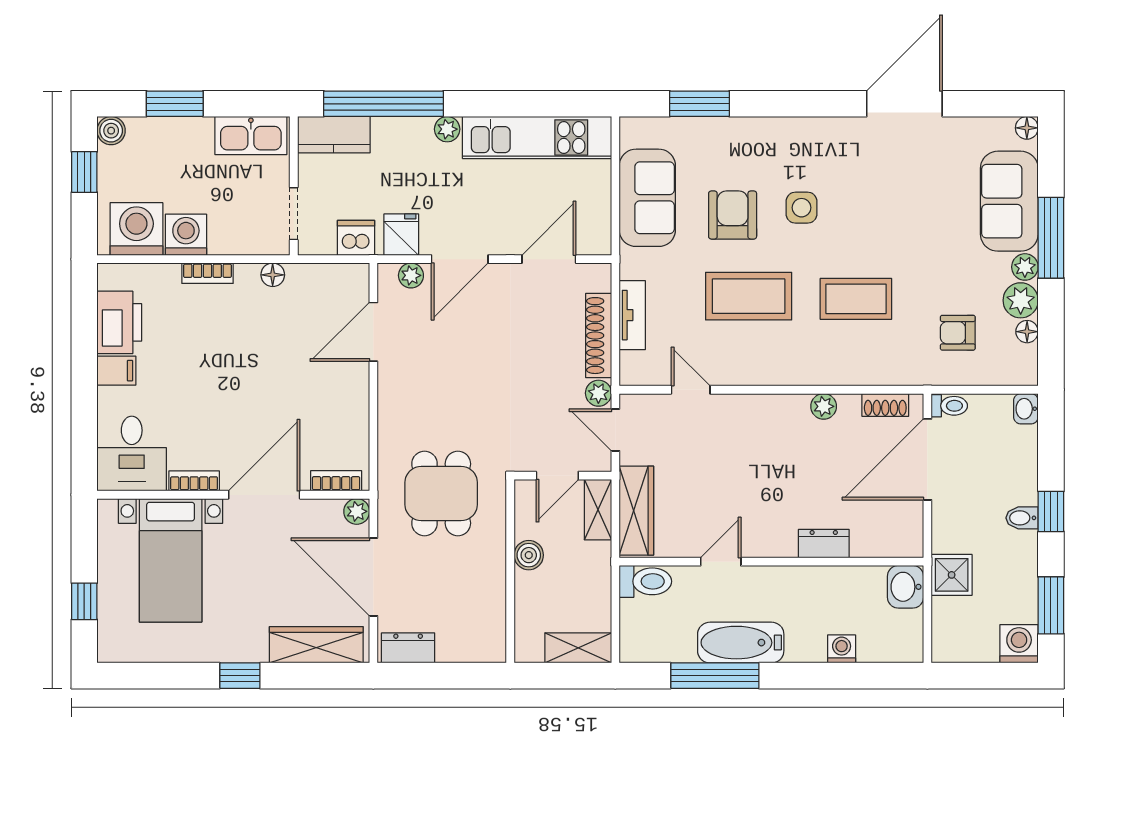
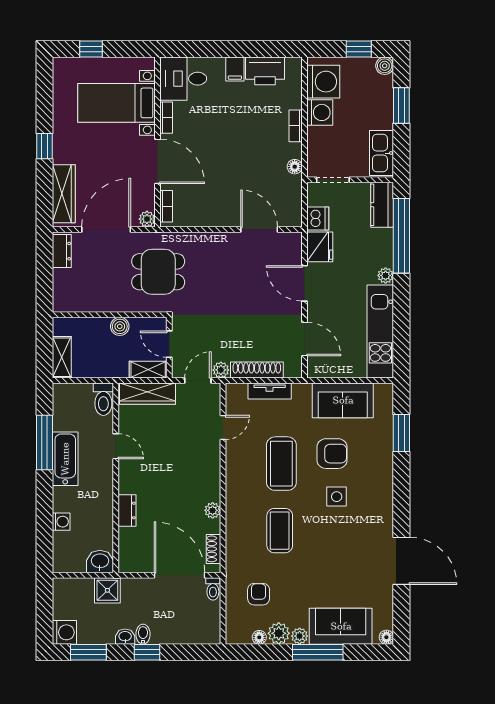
fridge: (401, 235) -> (320, 247), width x1.38
plant: (411, 275) -> (294, 253), removed
washbasin: (1026, 409) -> (125, 637), moved

